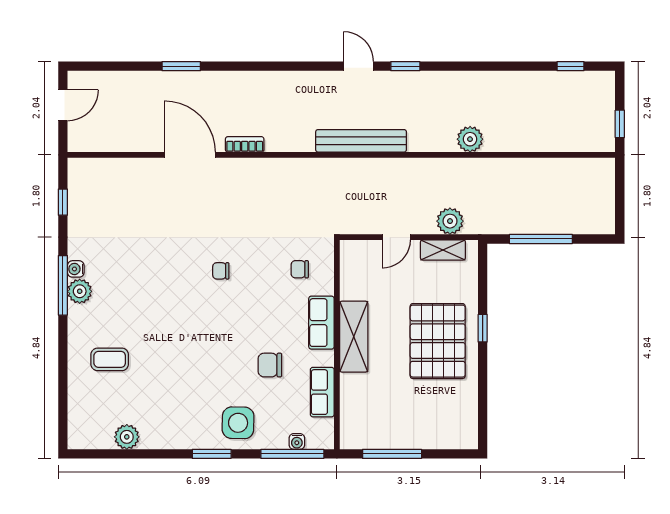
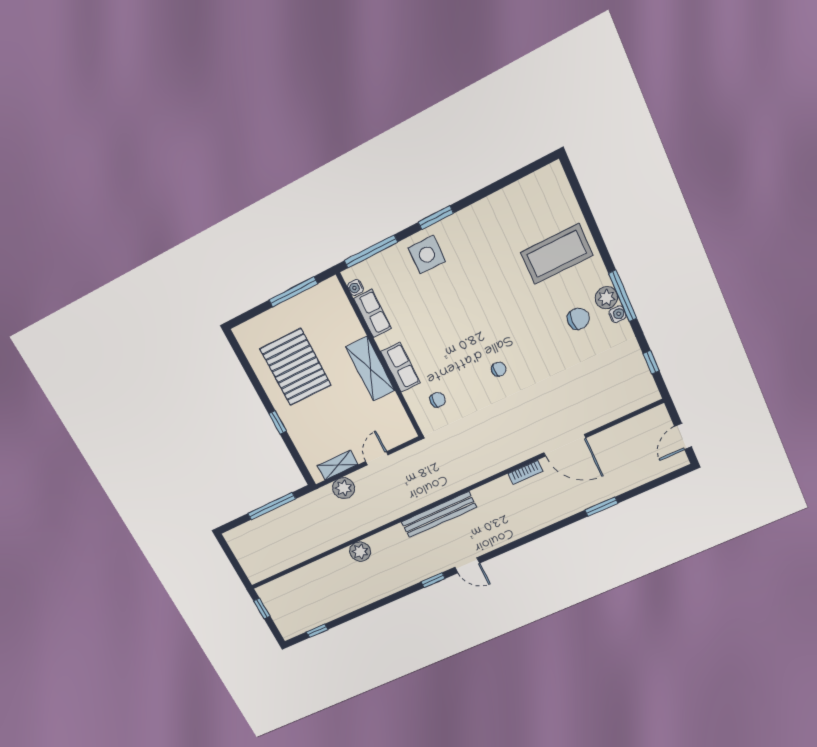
pallet: (438, 341) -> (296, 367), moved
coffee table: (110, 359) -> (557, 254), width x1.86, depth x1.72
chair: (270, 365) -> (578, 319), moved
plant: (127, 437) -> (513, 196), removed
water cooler: (297, 441) -> (355, 288), moved, turned -90

